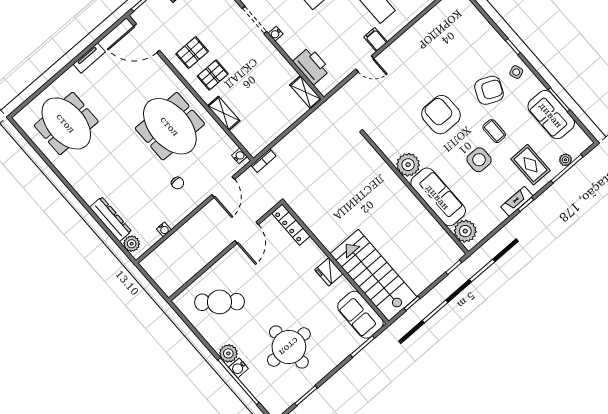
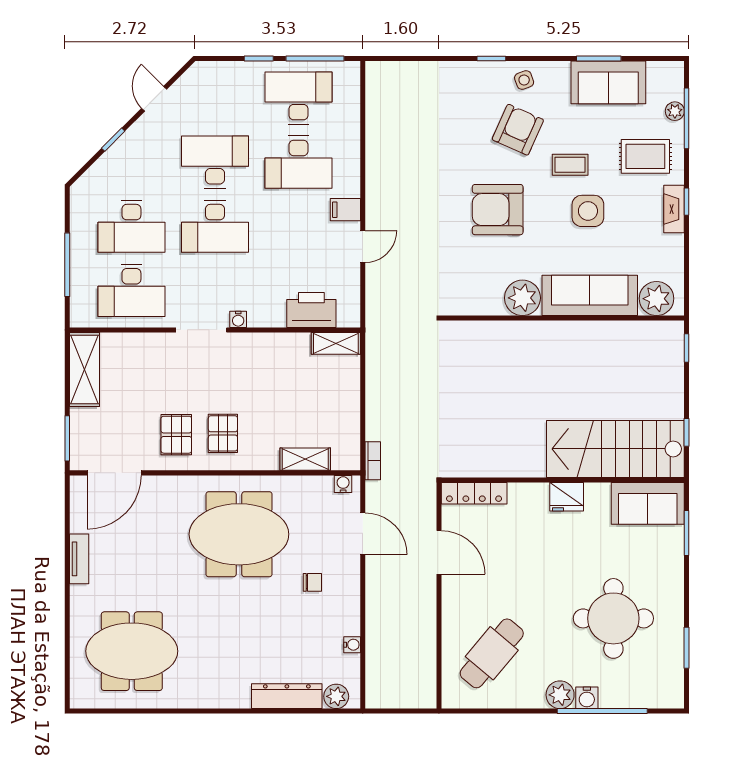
shelving: (224, 113) -> (305, 459), moved

